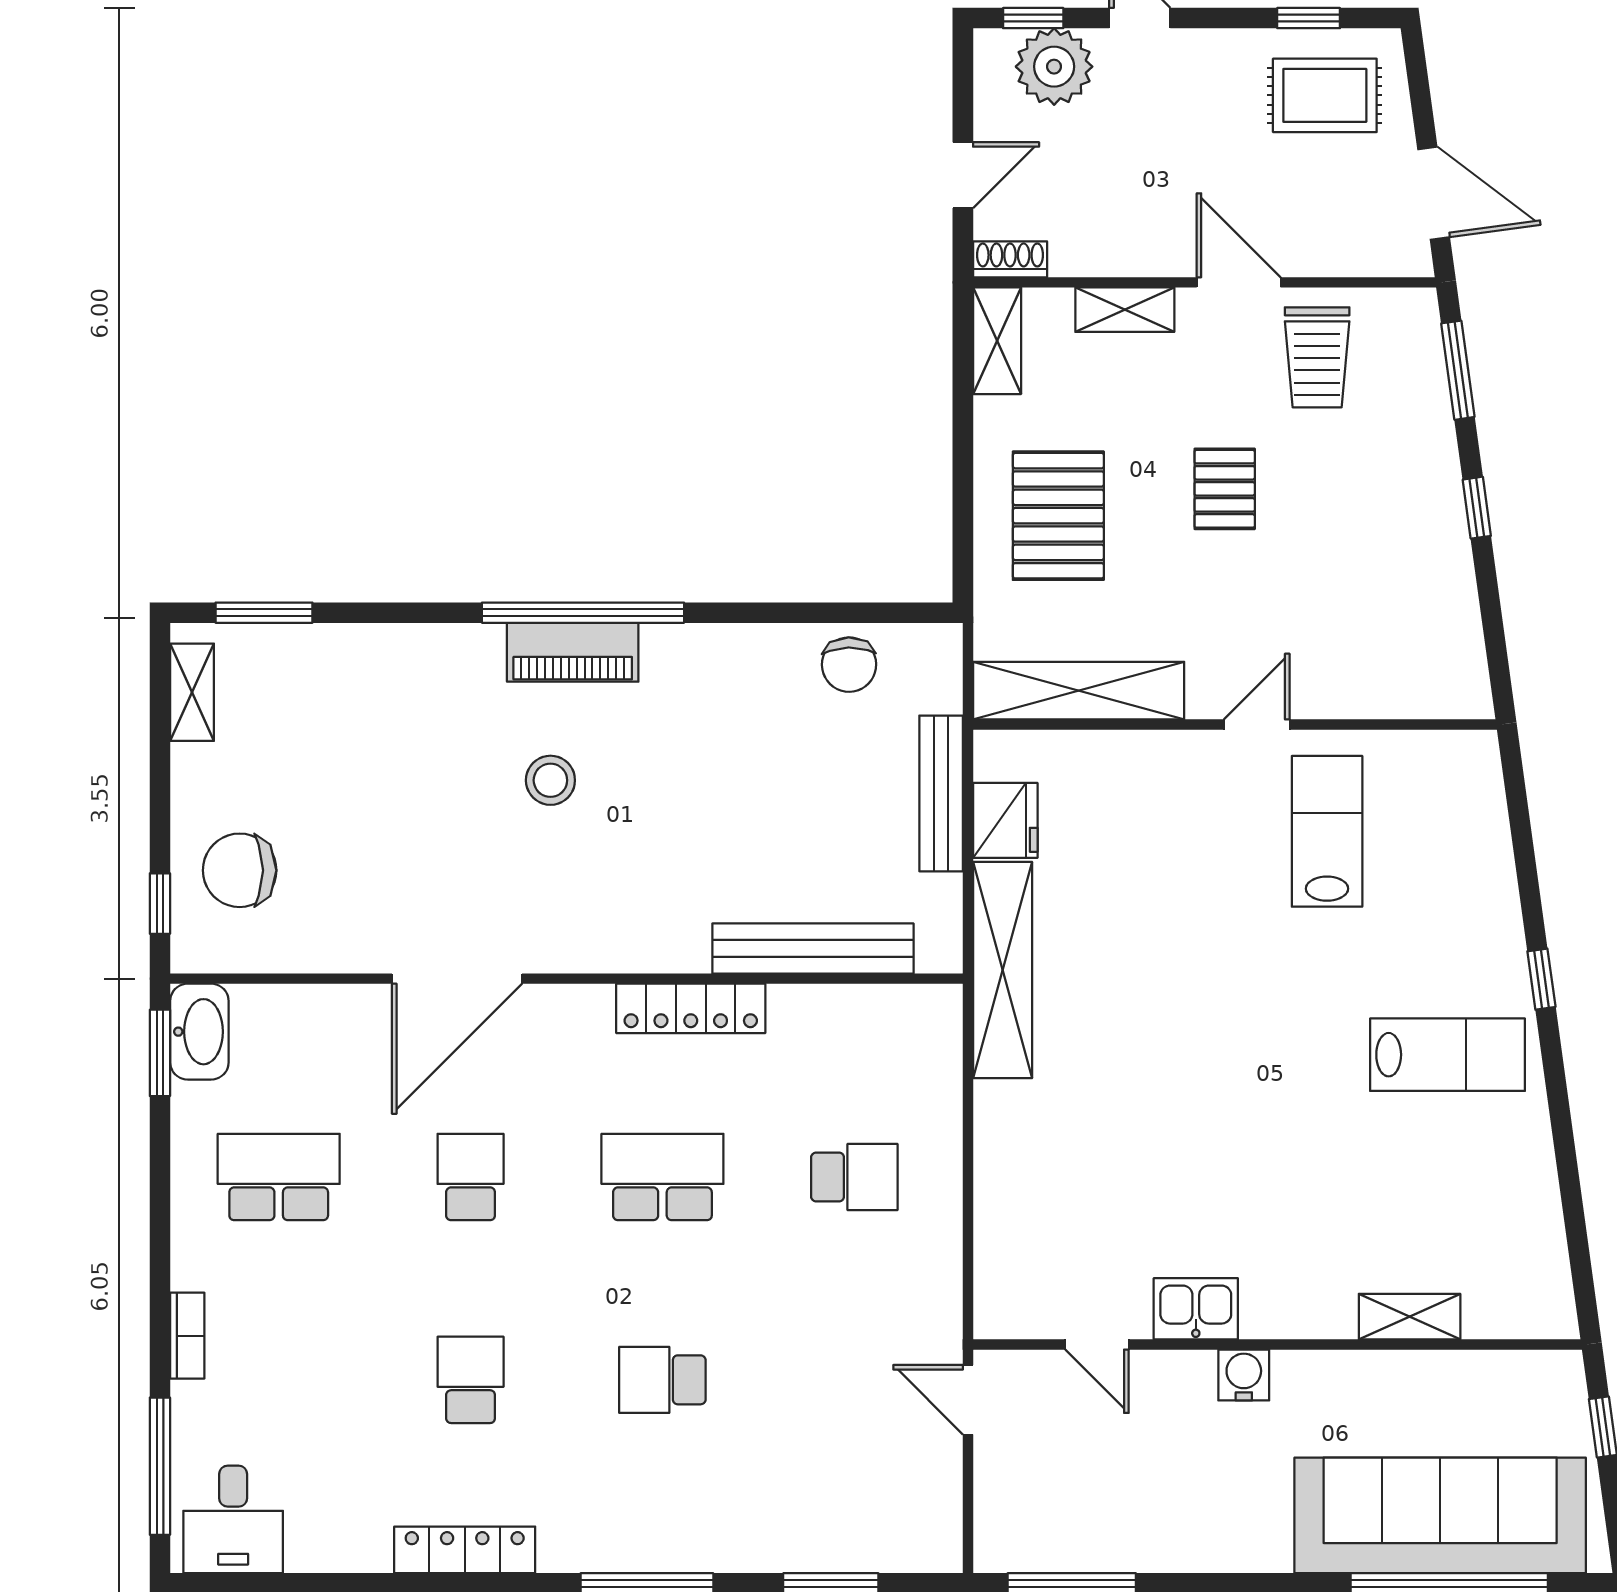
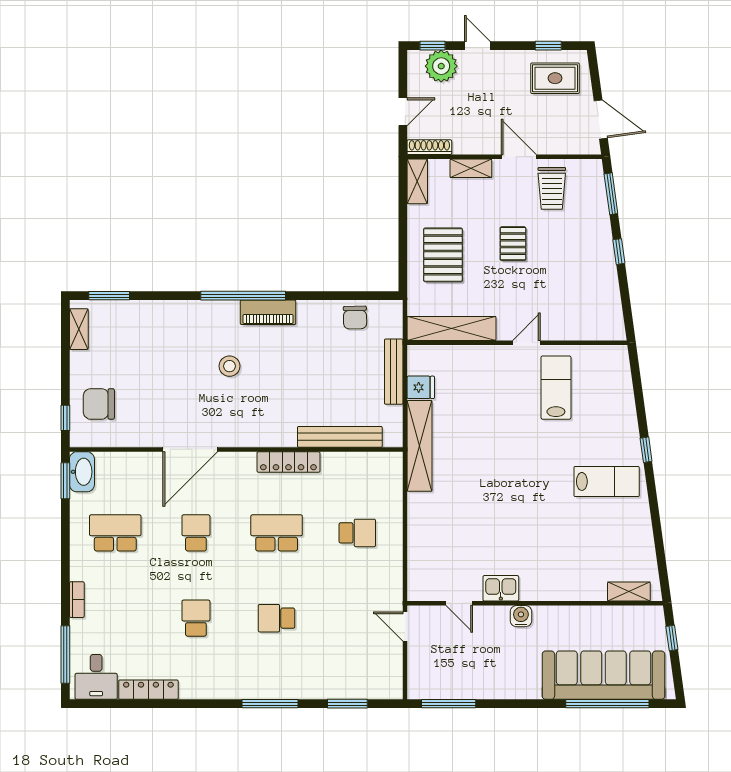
shoe rack: (1010, 259) -> (429, 147), width x1.43
piano: (573, 652) -> (268, 312), moved
fridge: (1005, 820) -> (421, 387), width x0.72
shelving: (1410, 1317) -> (629, 592), moved
locker: (465, 1550) -> (148, 690), moved

